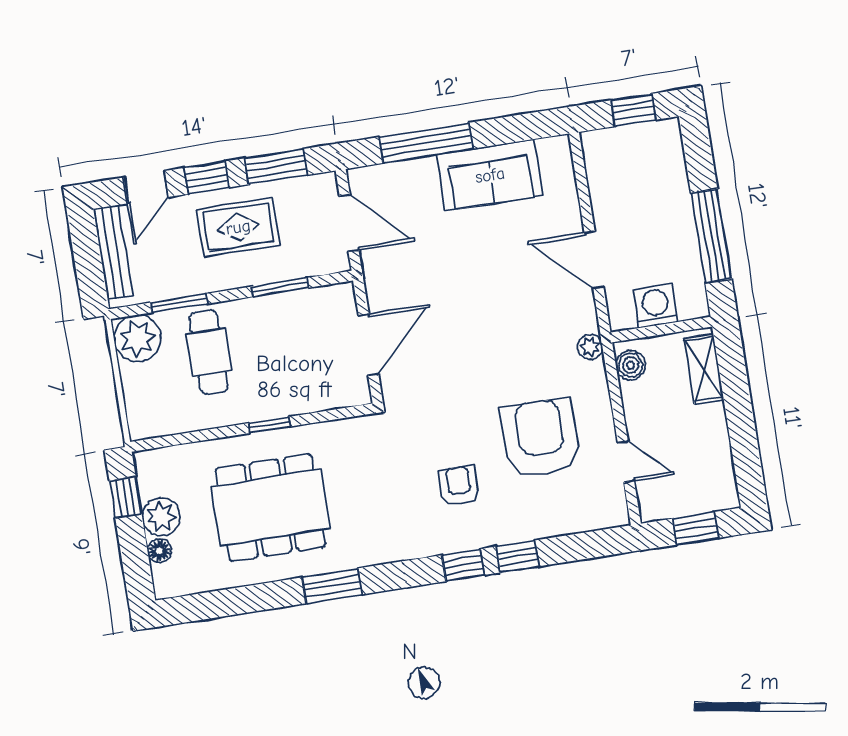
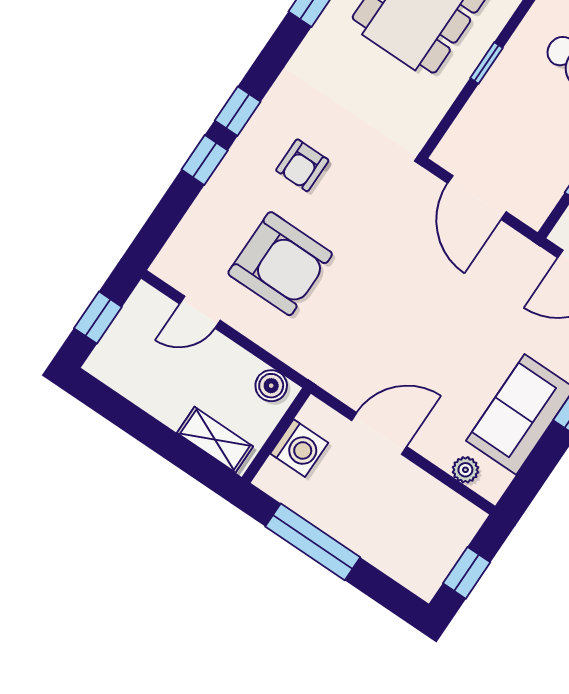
plant: (590, 347) -> (465, 470), moved
armchair: (459, 486) -> (302, 165), turned 90

